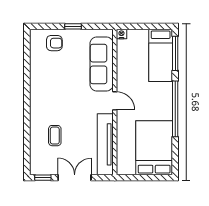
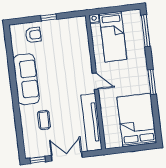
bed: (161, 55) -> (113, 37), moved
sofa: (102, 64) -> (26, 79), moved, turned 180
window: (175, 109) -> (152, 82), width x0.47

